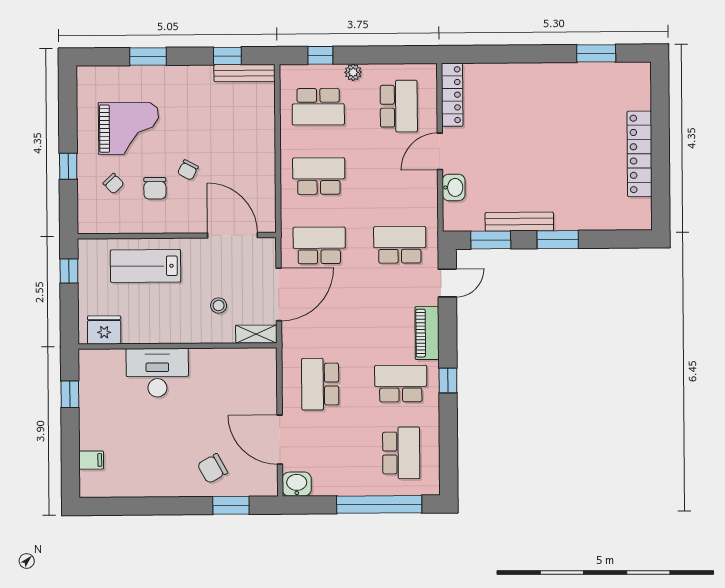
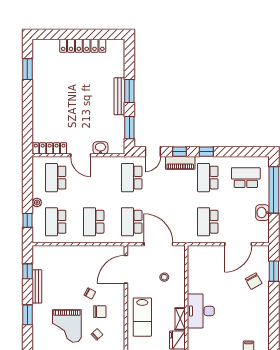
bench: (245, 73) -> (37, 286), moved
school desk: (399, 106) -> (56, 178), turned -90
school desk: (318, 107) -> (56, 222), turned 180
grand piano: (128, 128) -> (67, 326), turned 180
bench: (519, 222) -> (119, 96), moved
door: (447, 283) -> (153, 152), swing flipped
window: (448, 332) -> (180, 152), added
shelving: (256, 334) -> (180, 319), moved
school desk: (320, 384) -> (208, 222), turned 90
washbasin: (297, 484) -> (263, 213), moved

